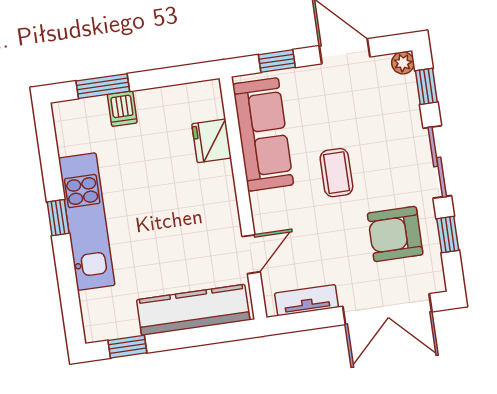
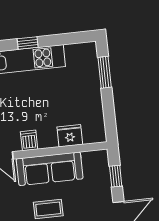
dishwasher: (122, 109) -> (29, 140), moved, turned 90
sofa: (263, 134) -> (50, 169), moved

